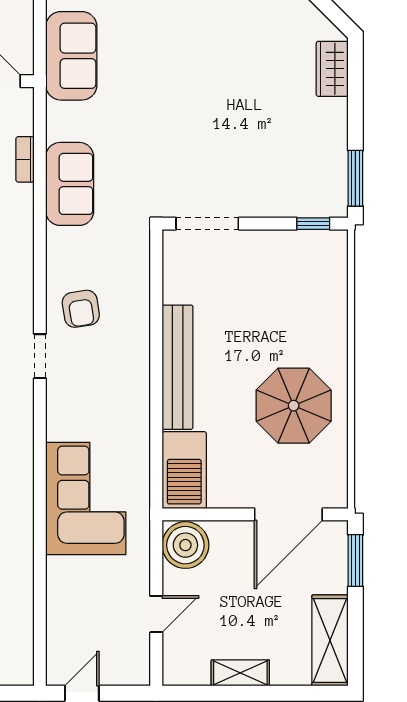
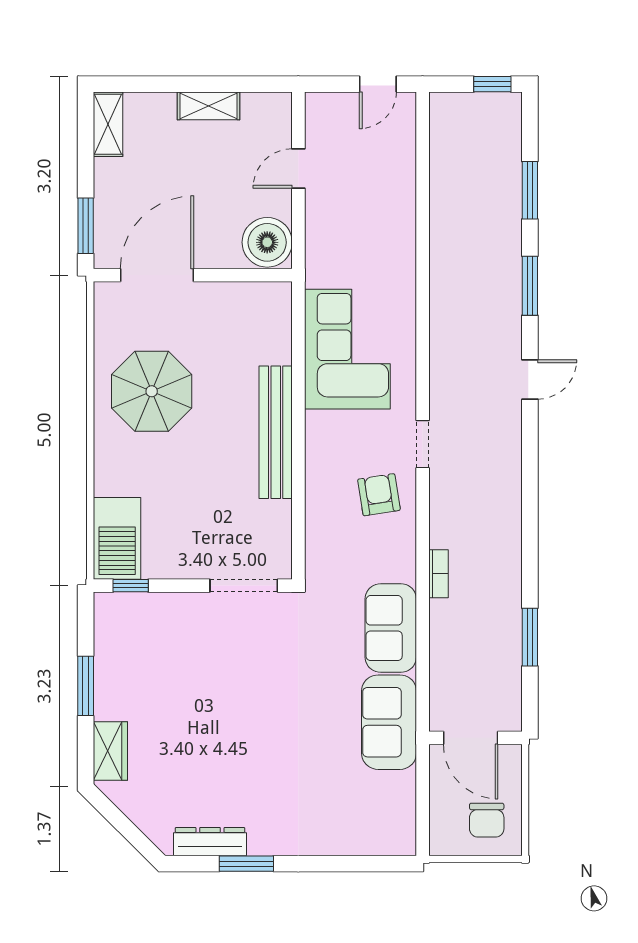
sofa: (71, 56) -> (389, 722), moved
bookcase: (25, 159) -> (439, 574), moved
window: (355, 178) -> (86, 686), moved
barbecue: (184, 470) -> (117, 538), moved, turned 180
corner sofa: (86, 498) -> (347, 349), moved, turned 180
shelving: (330, 640) -> (108, 124), width x0.67, depth x0.75

